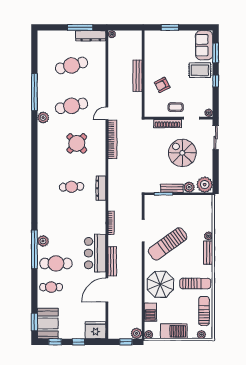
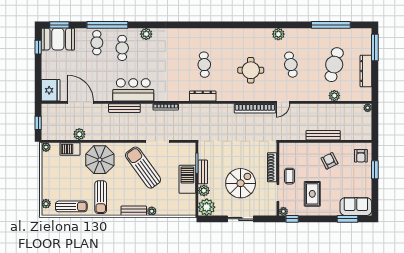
window: (80, 27) -> (375, 48), moved
dresser: (91, 36) -> (366, 71), moved
armchair: (157, 41) -> (361, 156), added
cafe table: (72, 65) -> (334, 65), turned 30
plant: (100, 65) -> (334, 96), added
rug: (200, 70) -> (312, 194), moved
window: (216, 81) -> (292, 219), moved
armchair: (162, 85) -> (329, 161), moved
window: (34, 92) -> (331, 25), moved
cafe table: (72, 106) -> (291, 65), width x0.73, depth x0.74
door: (107, 113) -> (283, 102), swing flipped
sliding door: (216, 138) -> (240, 219), moved
round table: (77, 143) -> (251, 70), turned 45
window: (34, 249) -> (107, 25), moved
cafe table: (56, 263) -> (122, 48), width x0.73, depth x0.74
door: (107, 290) -> (81, 102), moved
barbecue: (174, 331) -> (187, 179), moved, turned 180
plant: (137, 333) -> (79, 134), moved
window: (79, 342) -> (38, 72), removed

